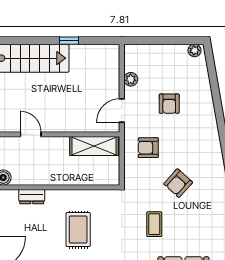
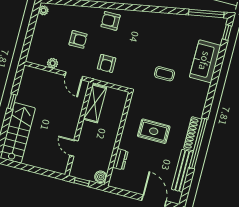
door: (31, 134) -> (74, 148), hinge flipped
armchair: (178, 183) -> (111, 21), moved, turned 138

